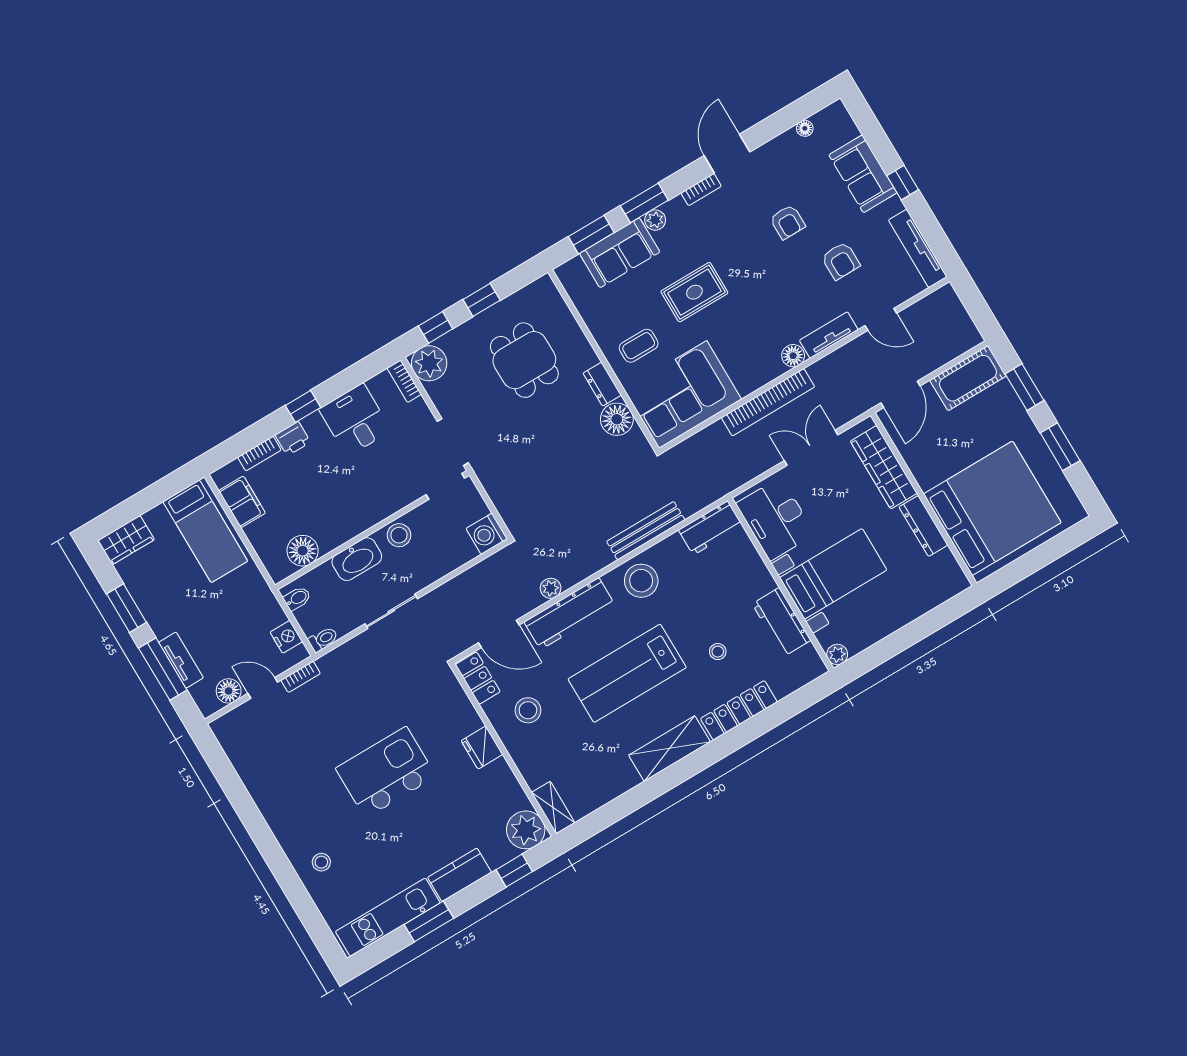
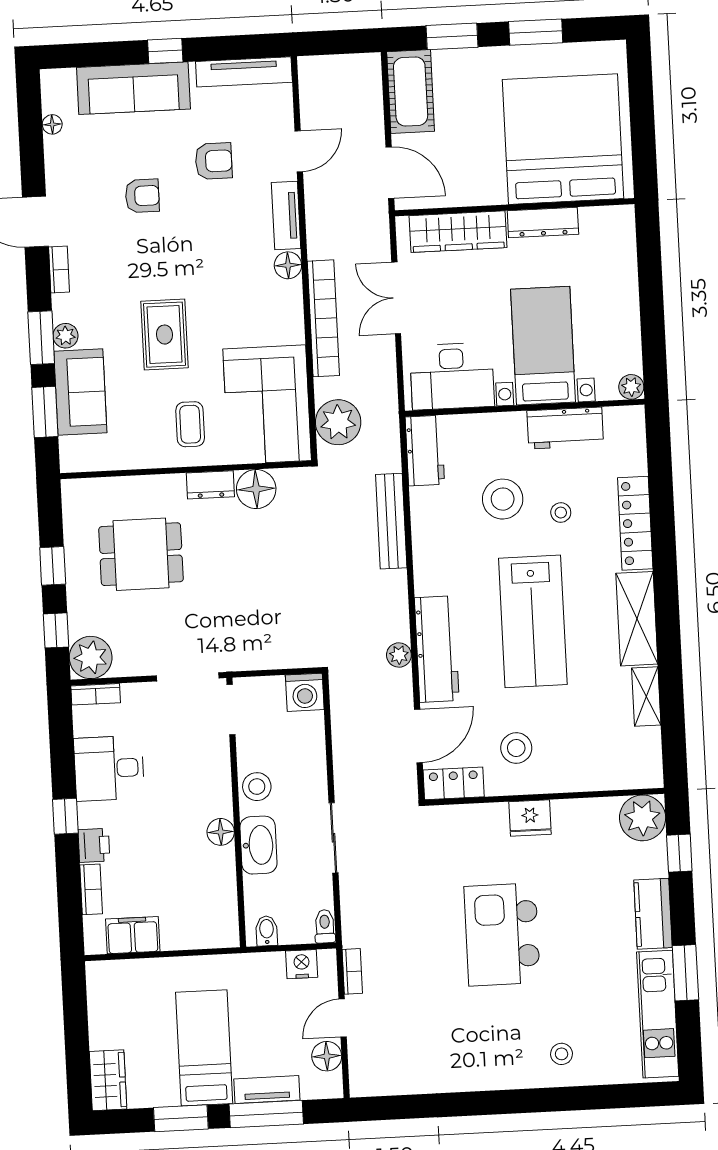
sofa: (863, 174) -> (133, 88), width x1.36
plant: (698, 453) -> (338, 422), added
bed: (205, 531) -> (204, 1048), moved, turned -90
floor lamp: (303, 551) -> (221, 832), moved, width x0.73, depth x0.73
stool: (641, 581) -> (503, 499), moved
shelving: (553, 808) -> (646, 697), moved, turned 90

